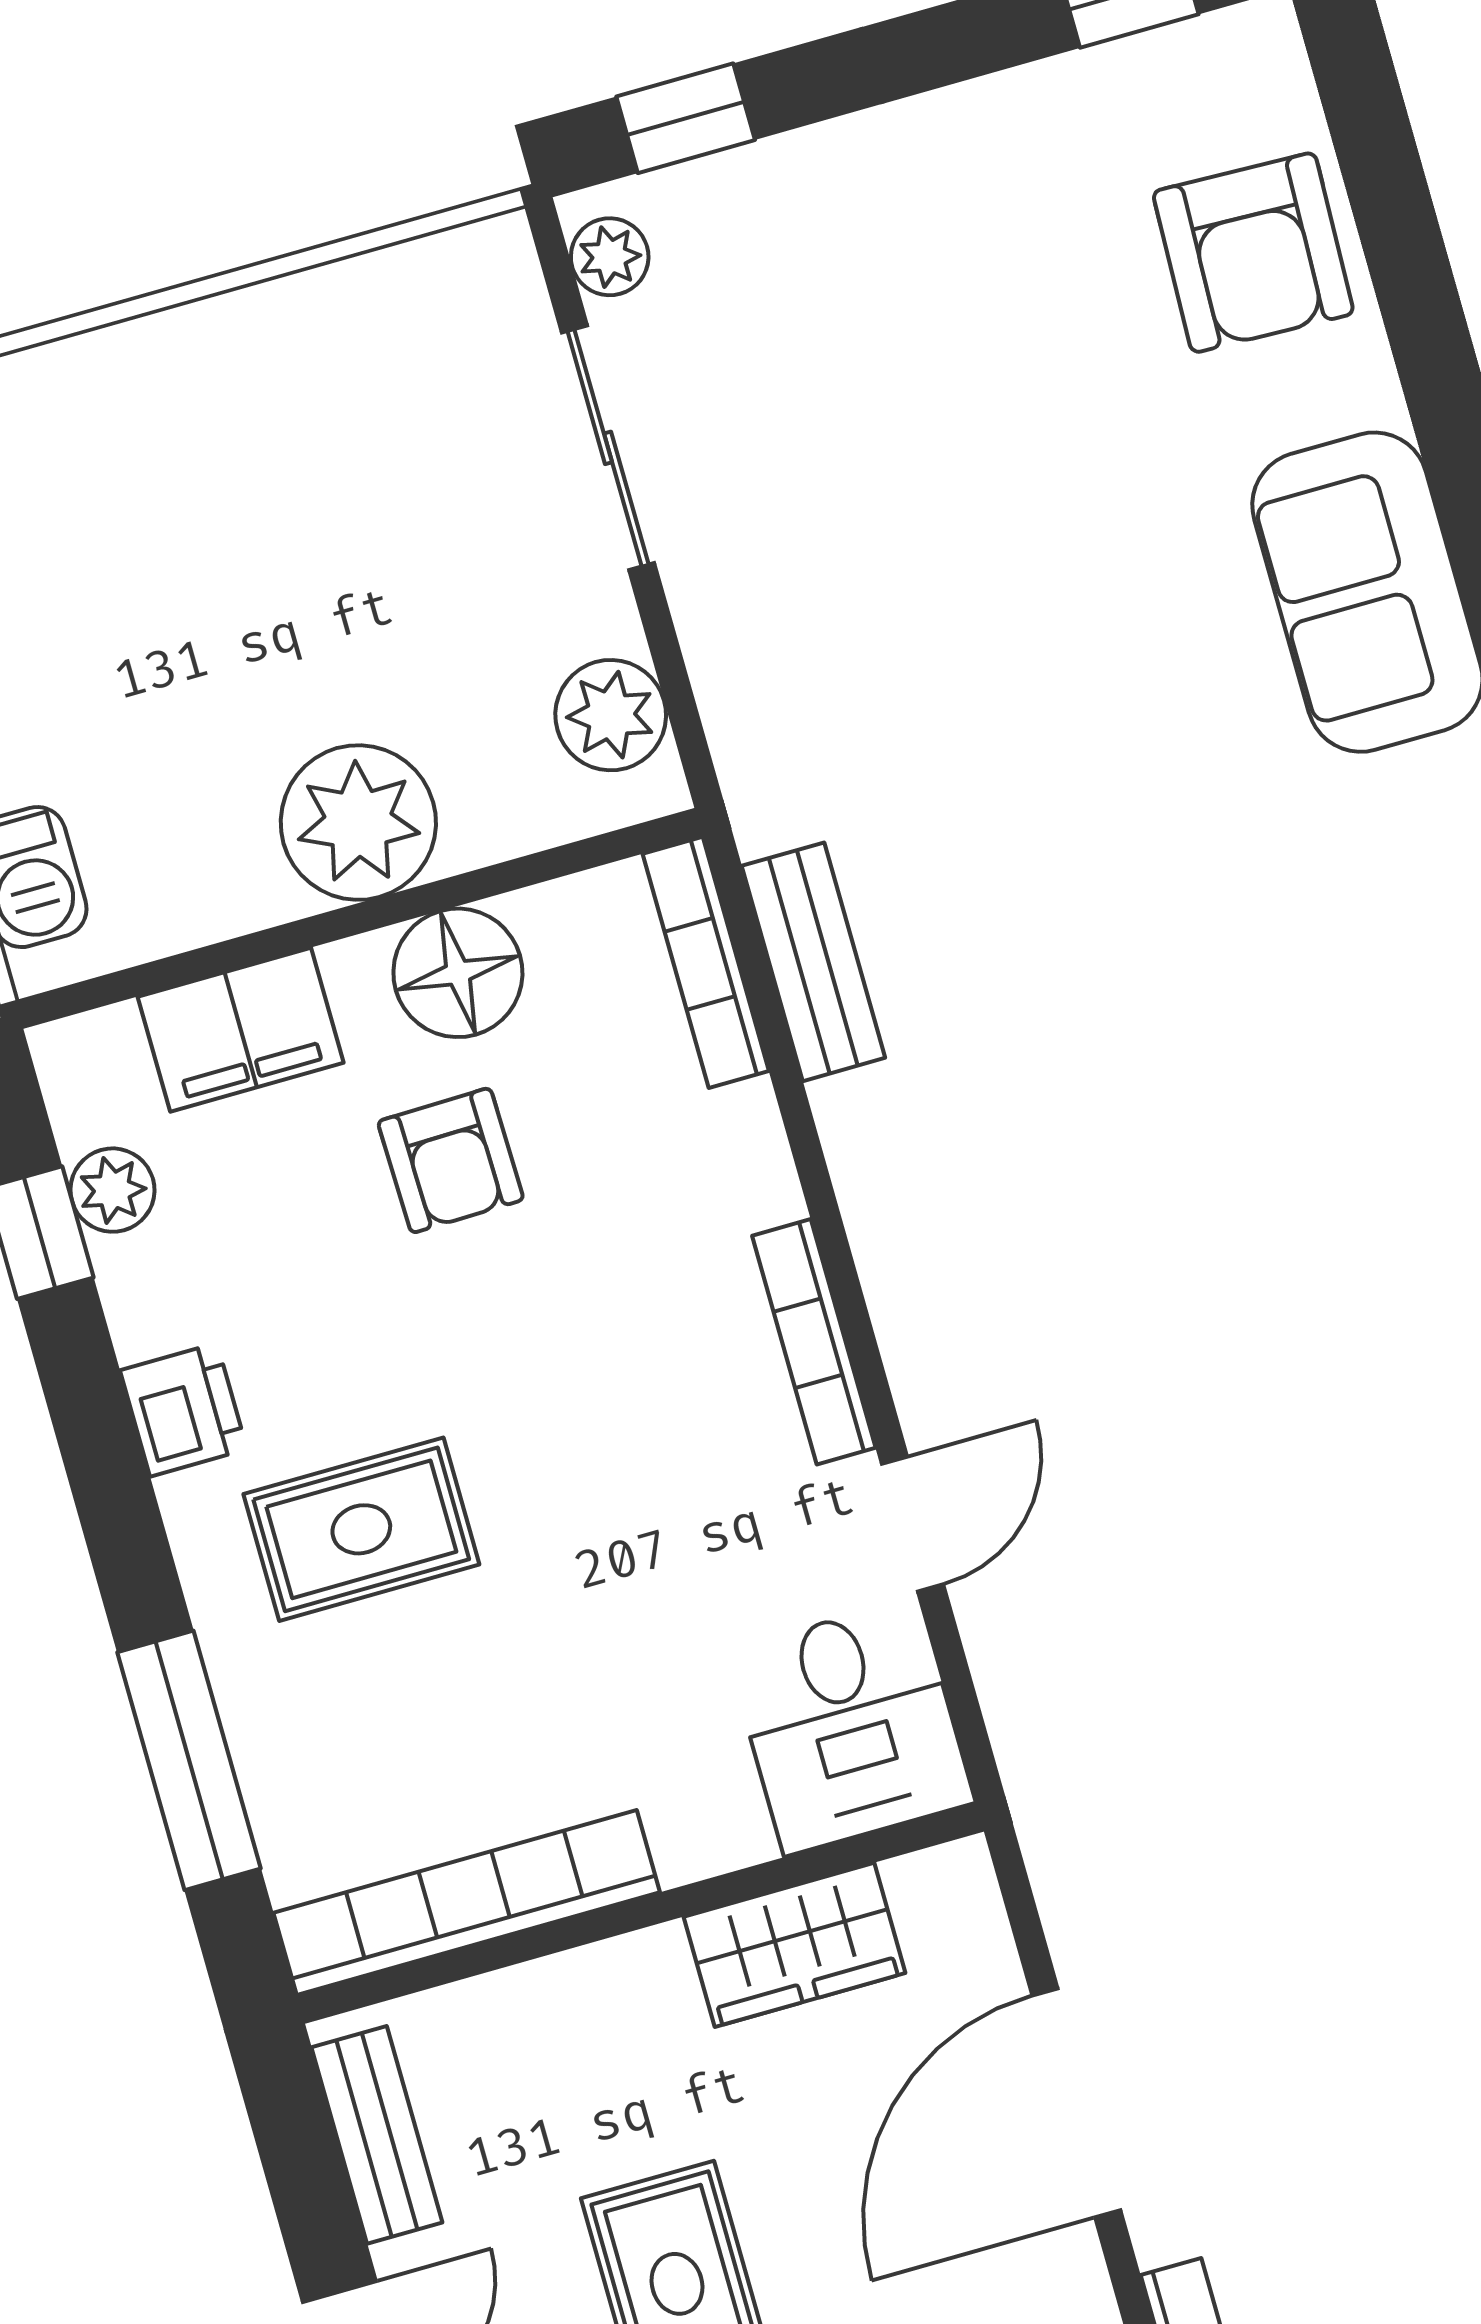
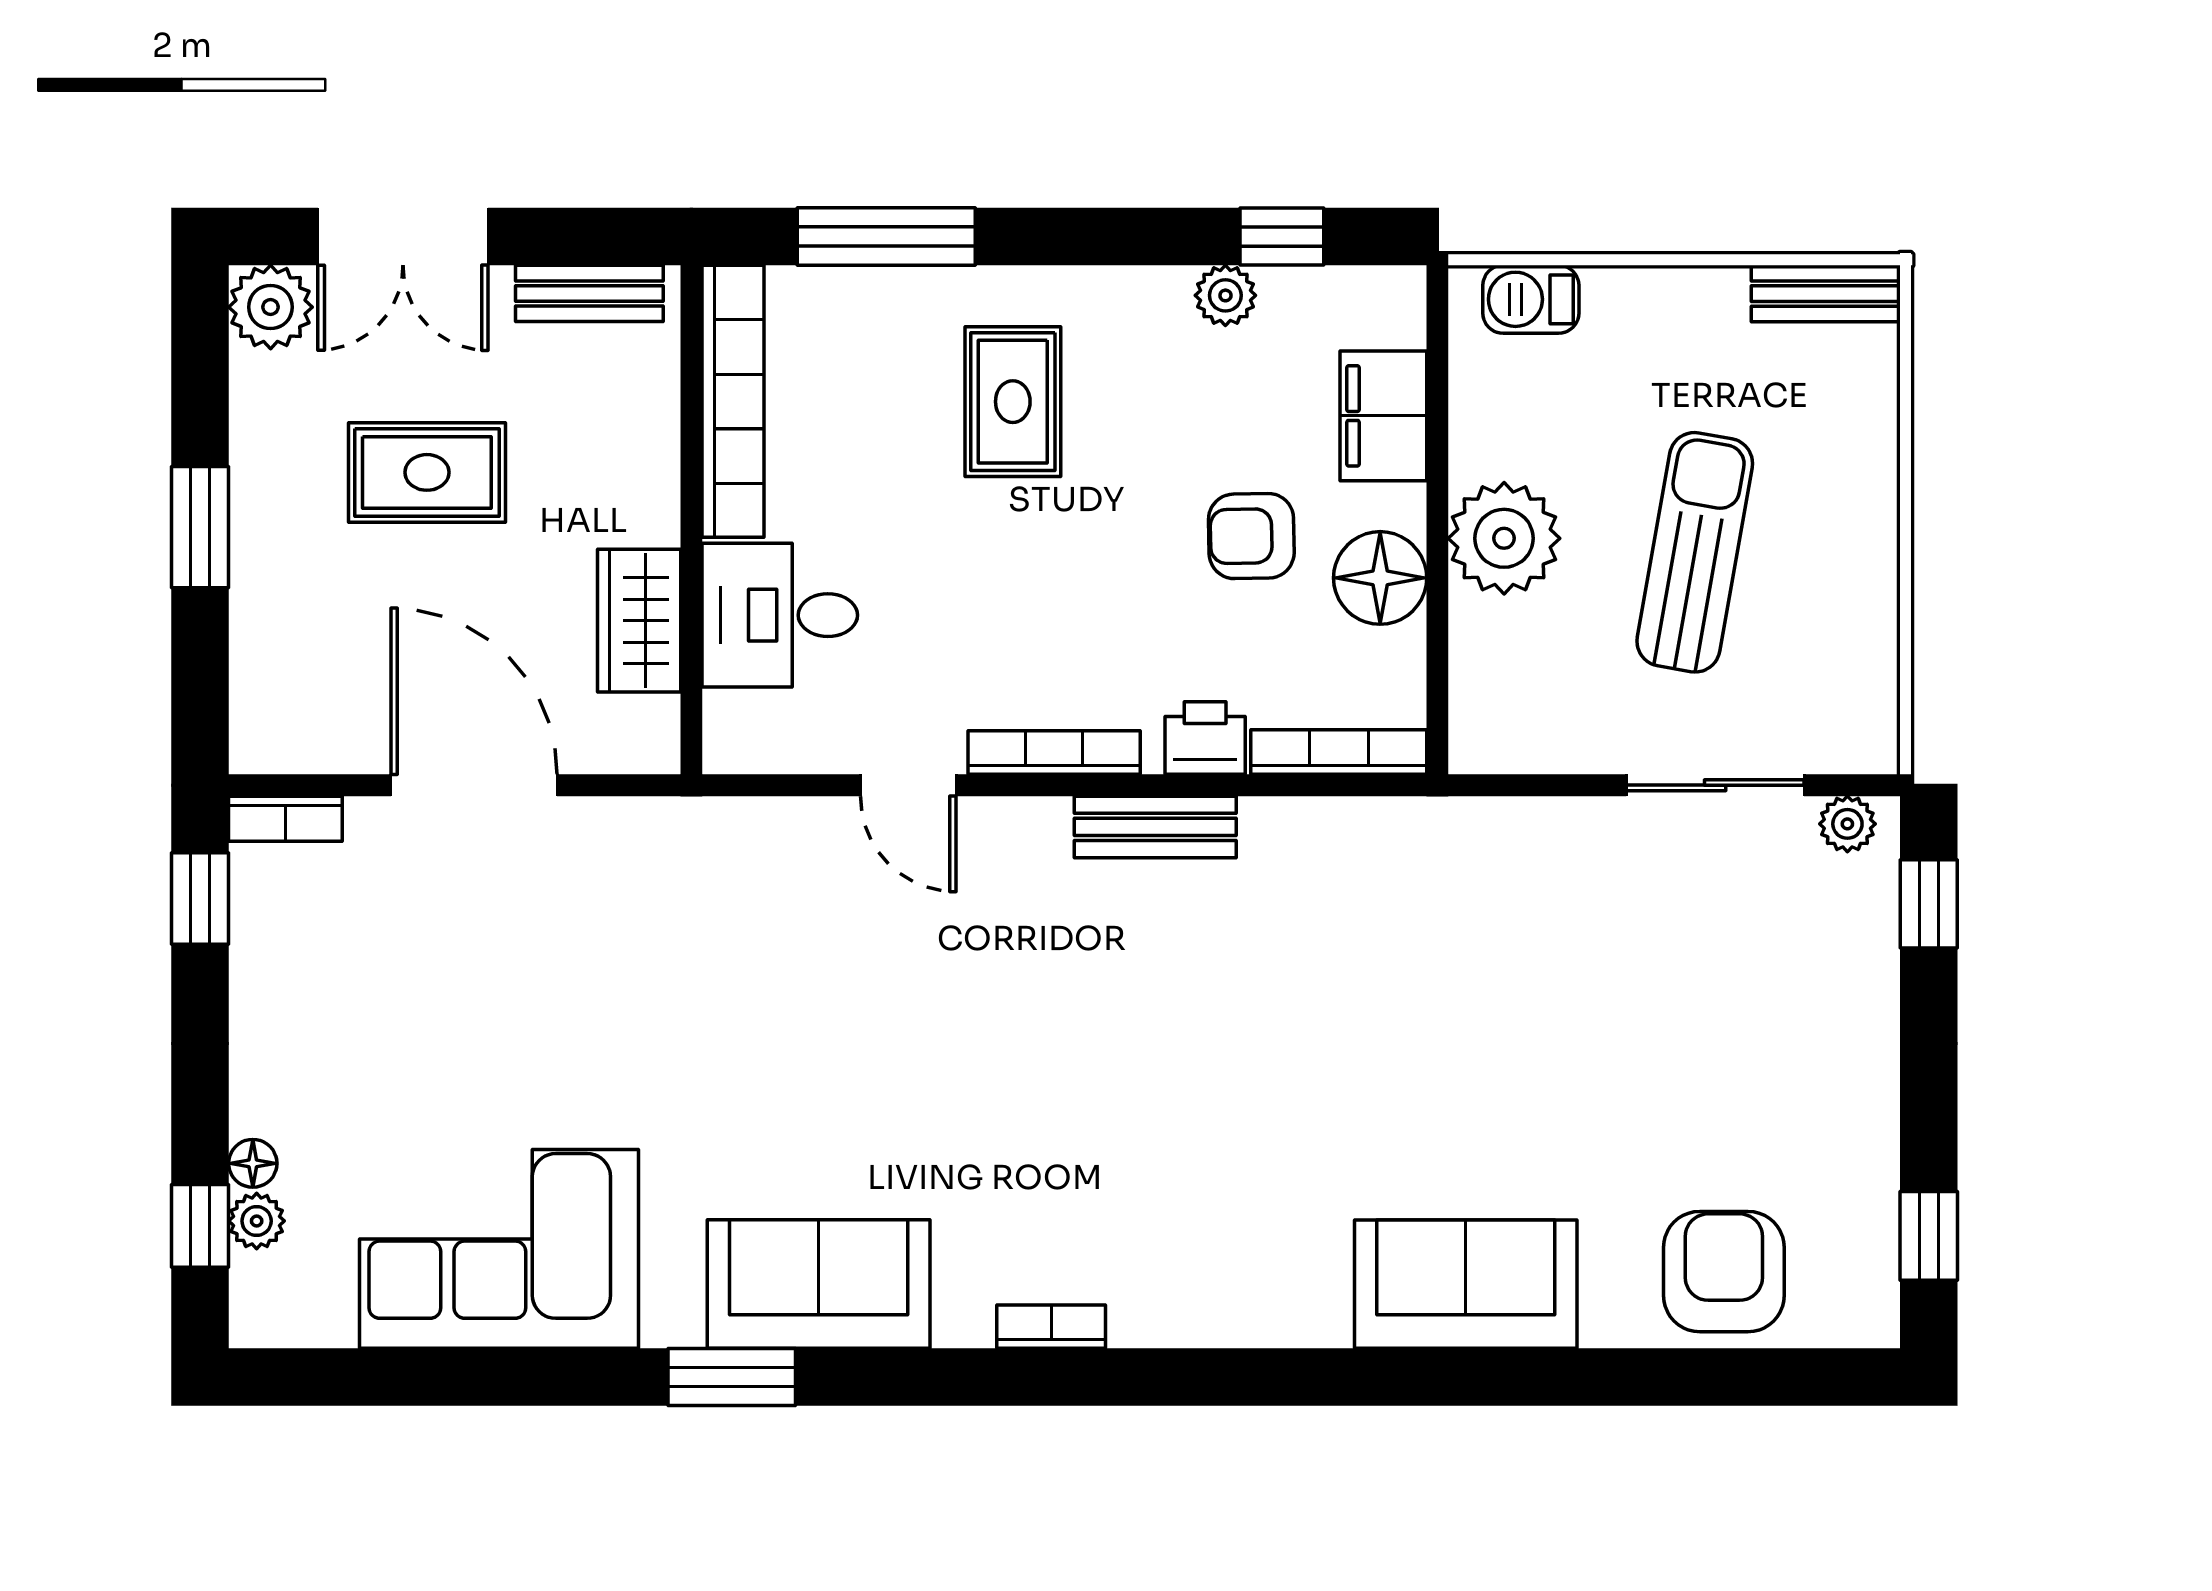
armchair: (1253, 253) -> (1724, 1272), turned 88
sun lounger: (305, 563) -> (1695, 552), added
plant: (611, 715) -> (1529, 735), removed
bench: (813, 962) -> (1155, 827), moved
plant: (112, 1190) -> (1225, 295), moved
printer: (184, 1410) -> (1205, 738), moved, turned 180
desk: (851, 1727) -> (780, 615), moved

